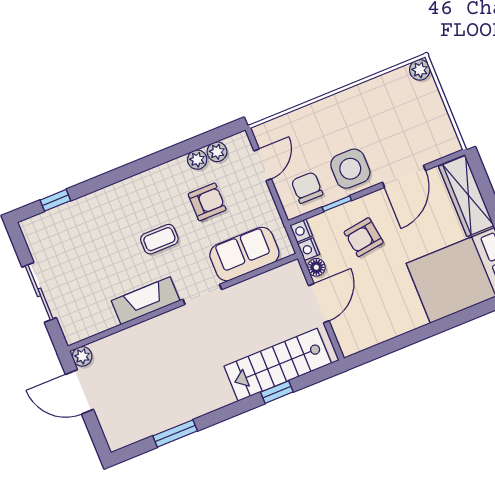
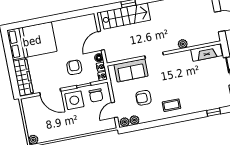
plant: (197, 160) -> (125, 122), moved
door: (404, 176) -> (50, 92), swing flipped
armchair: (364, 237) -> (74, 67), turned -81
coffee table: (159, 239) -> (171, 105), moved
fireplace: (146, 301) -> (207, 53), moved
plant: (82, 356) -> (183, 44), moved

